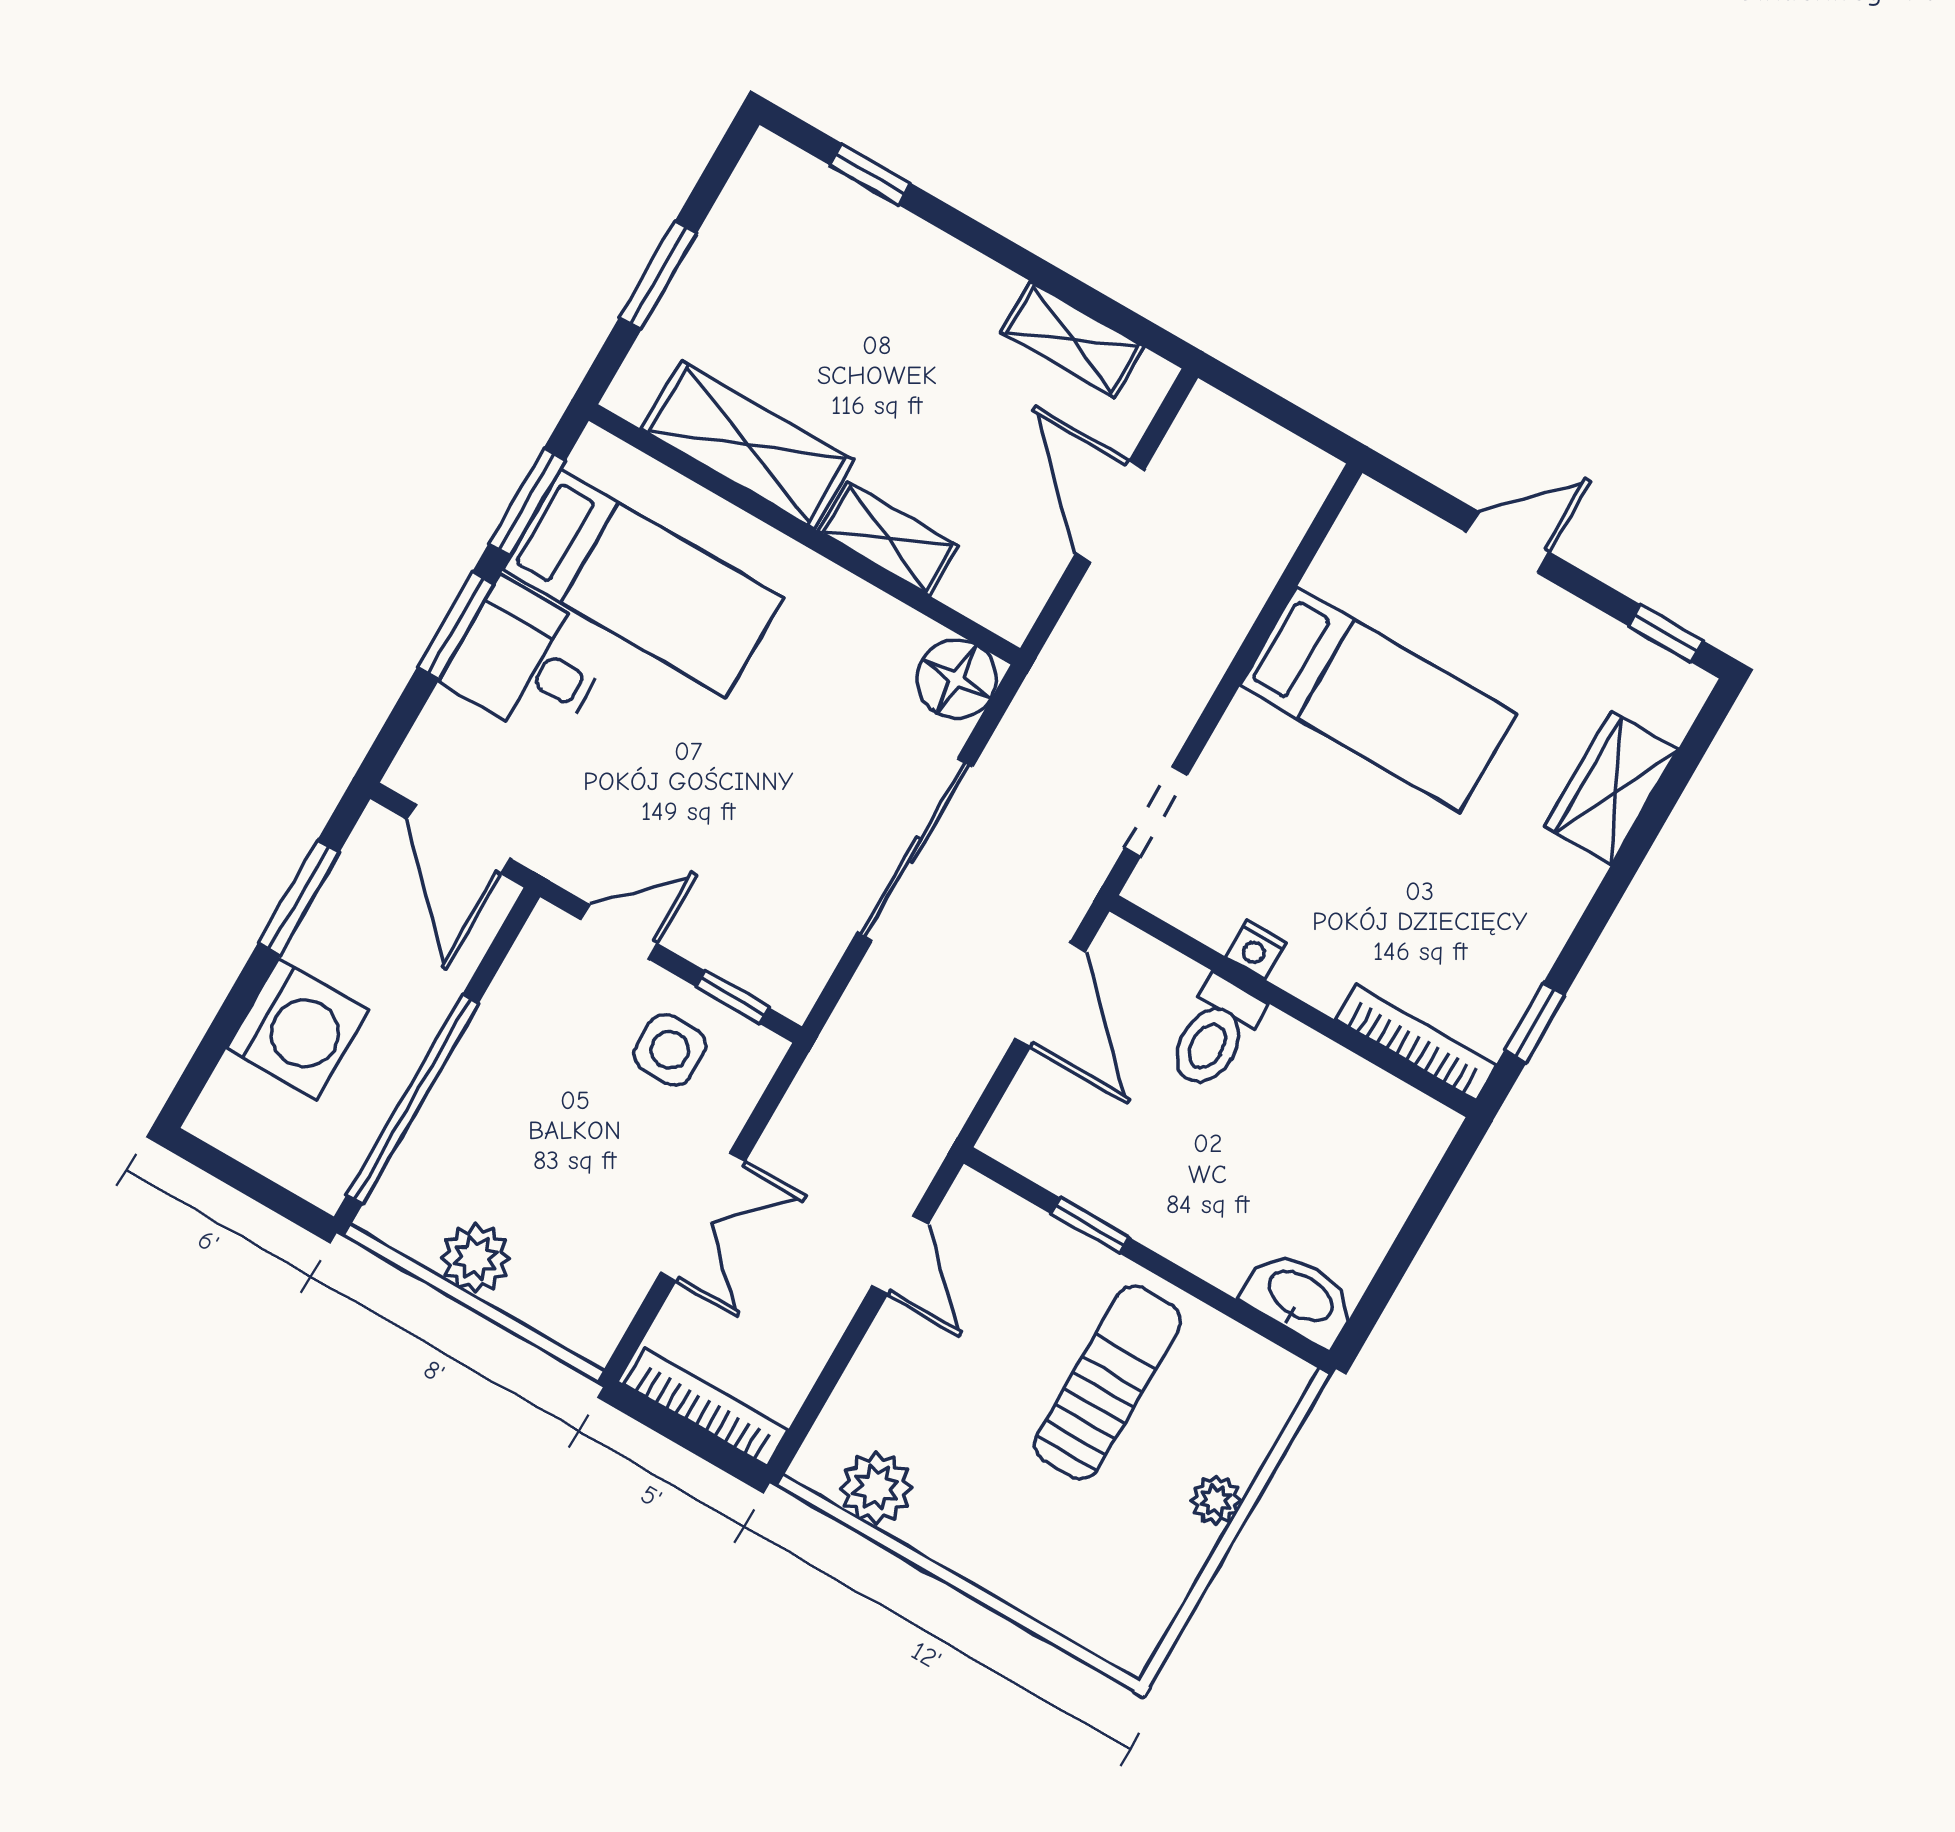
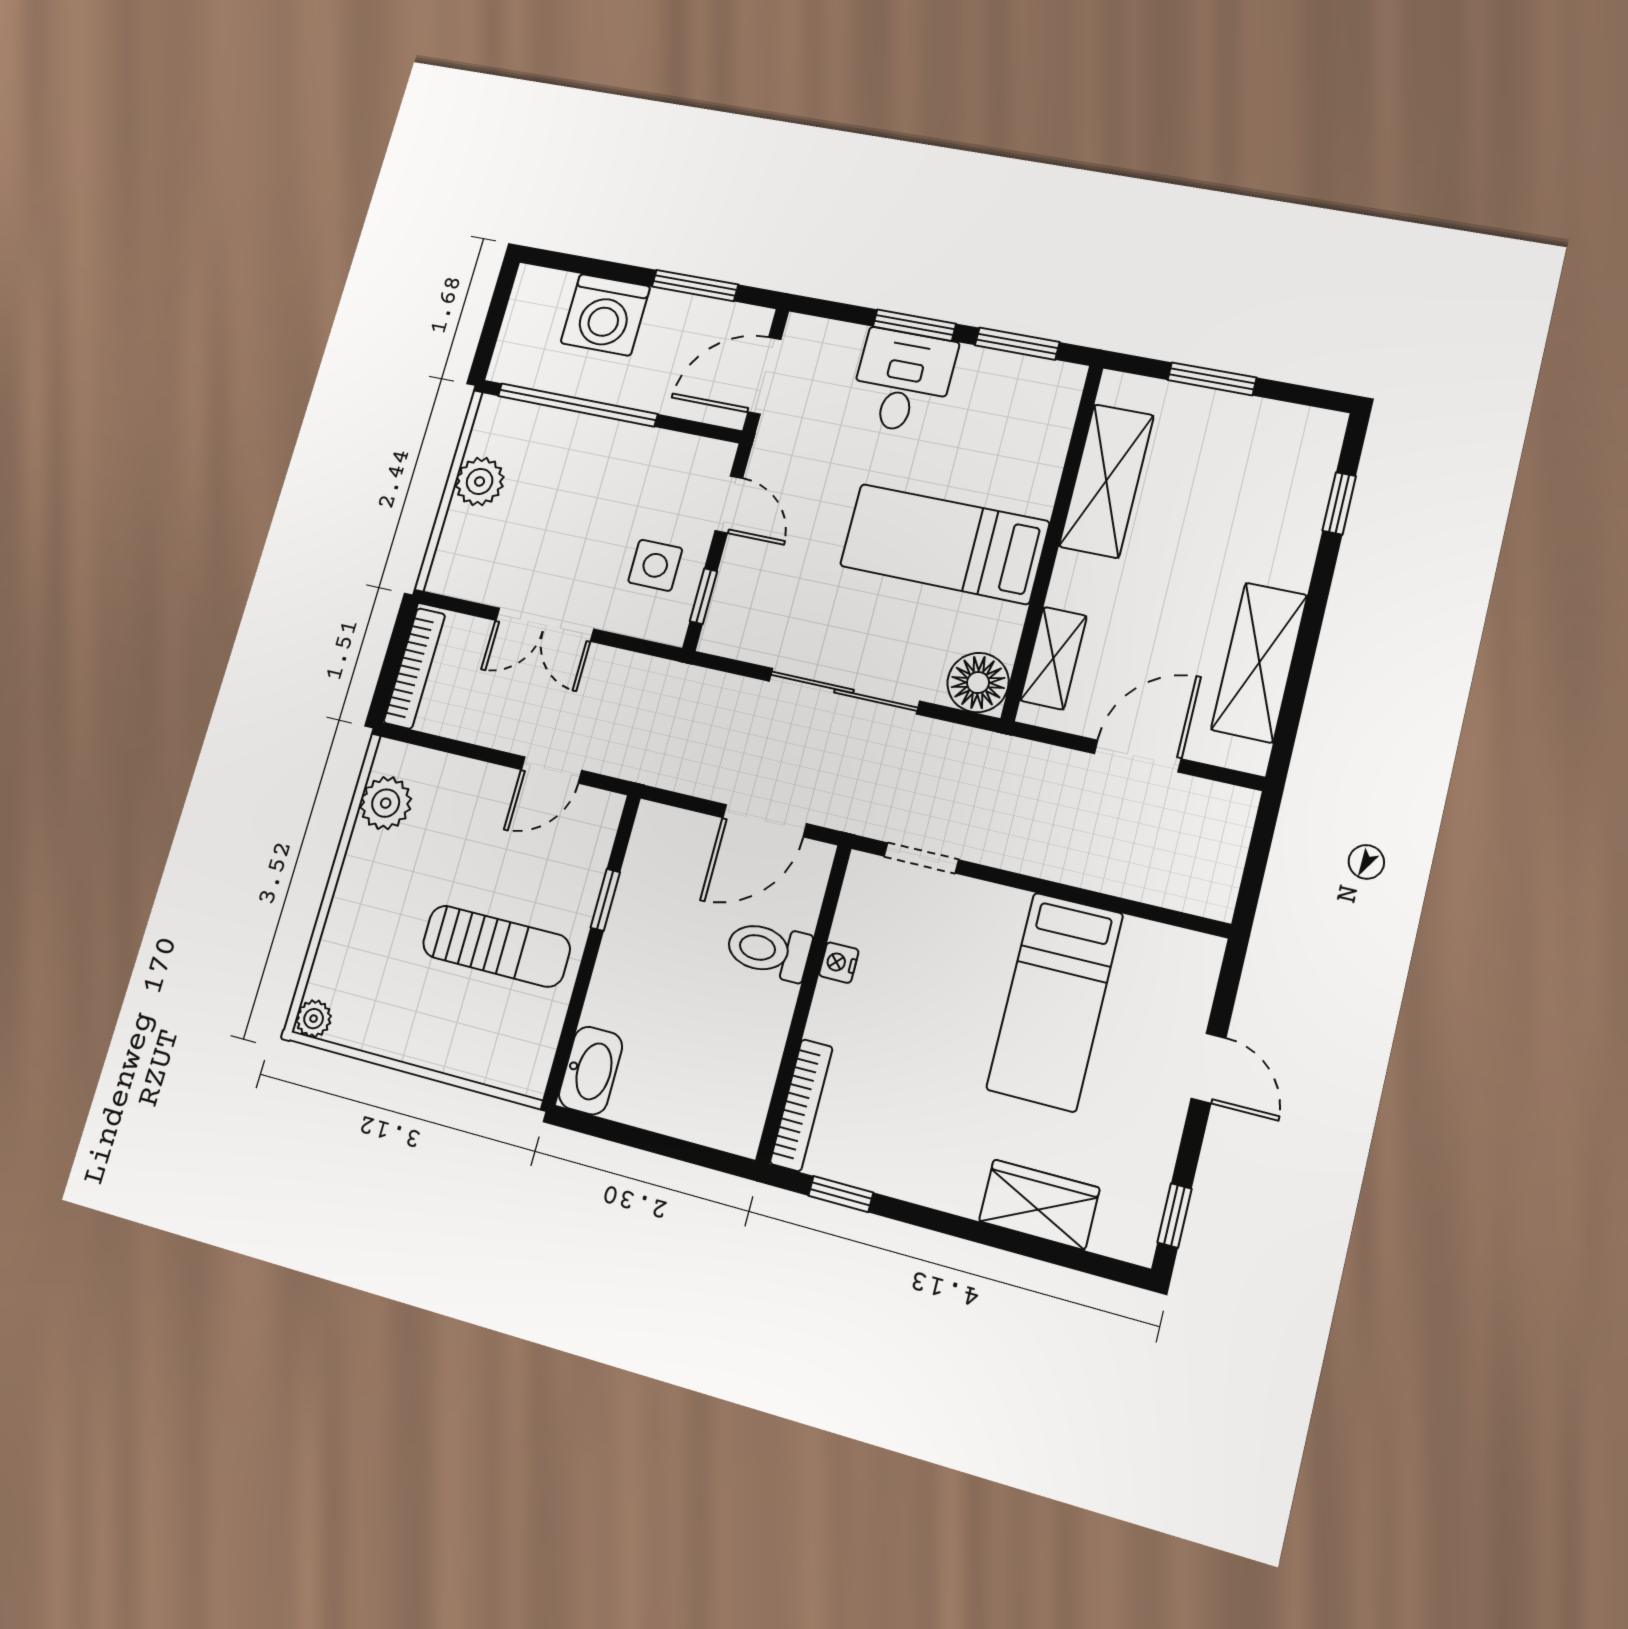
shelving: (1072, 340) -> (1259, 662), width x1.50, depth x1.33
shelving: (888, 539) -> (1053, 658), moved
bed: (643, 583) -> (944, 544), moved, turned 90
plant: (1216, 1500) -> (314, 1019), moved

